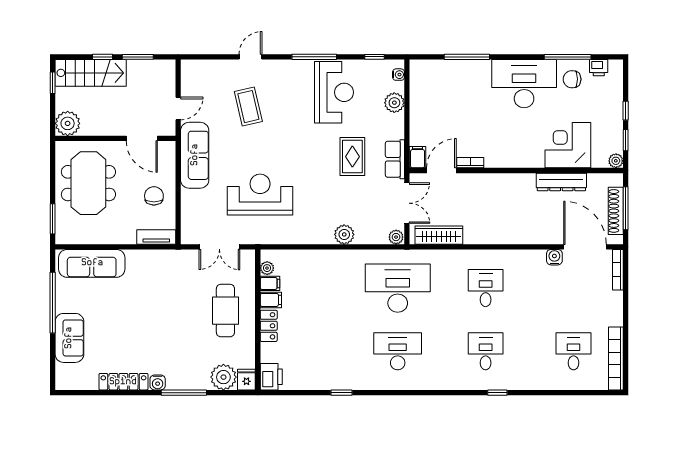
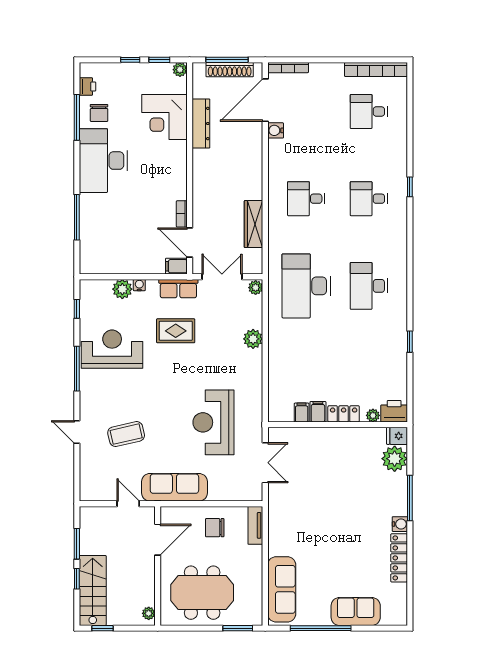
water cooler: (398, 75) -> (139, 285), moved
plant: (68, 123) -> (149, 613), width x0.53, depth x0.53
wardrobe: (439, 235) -> (254, 224), moved
plant: (267, 268) -> (373, 415), moved
cafe table: (225, 311) -> (328, 457), removed

